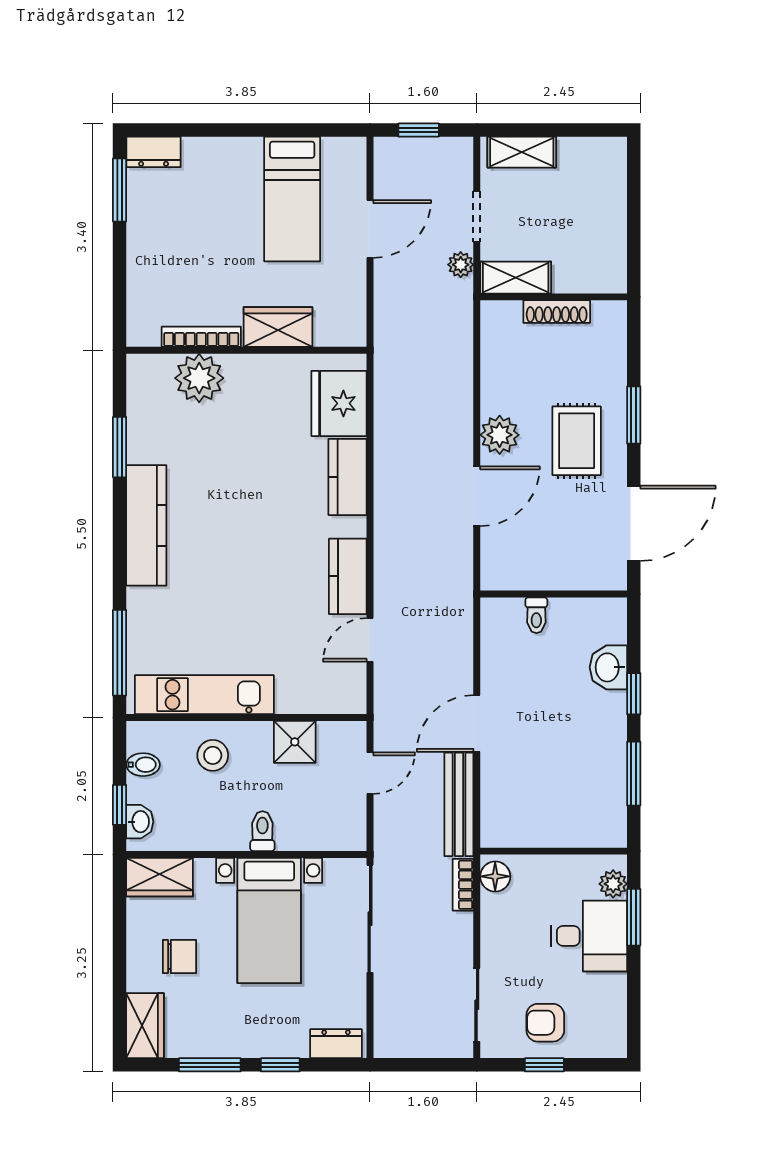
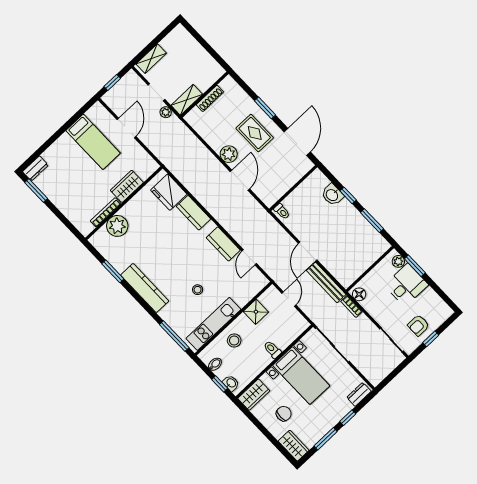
stool: (232, 612) -> (198, 290), added
toilet: (536, 615) -> (282, 211), moved

